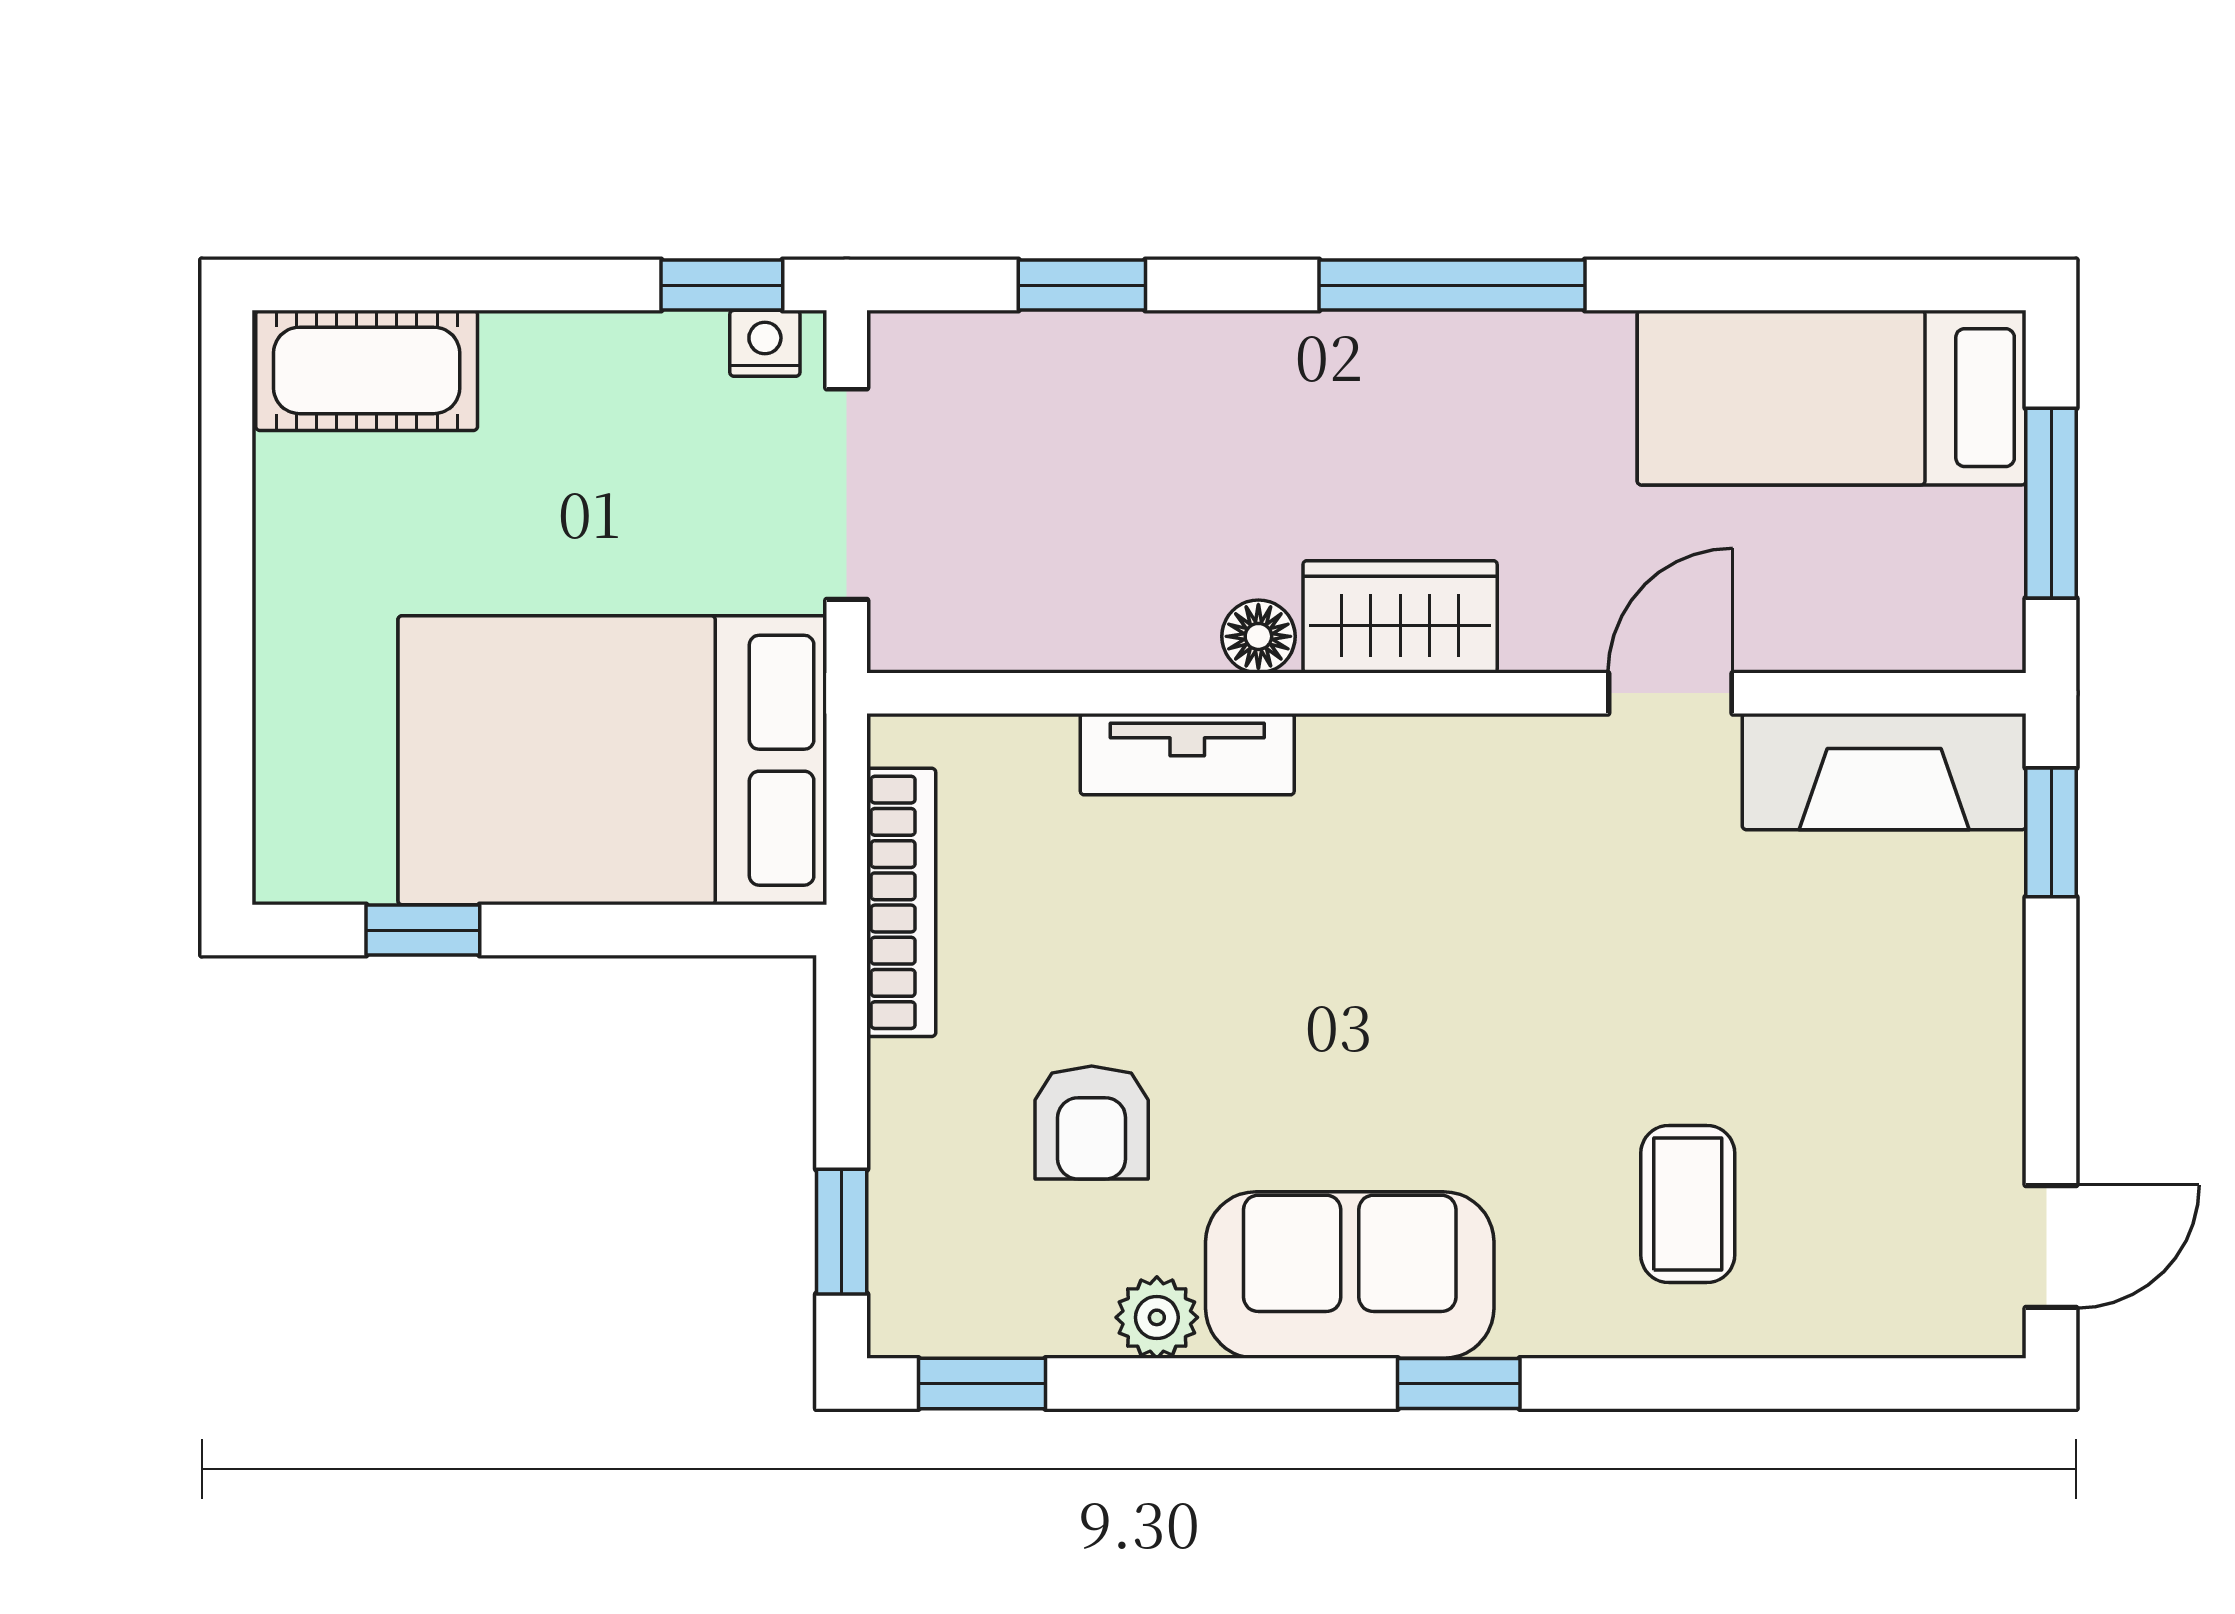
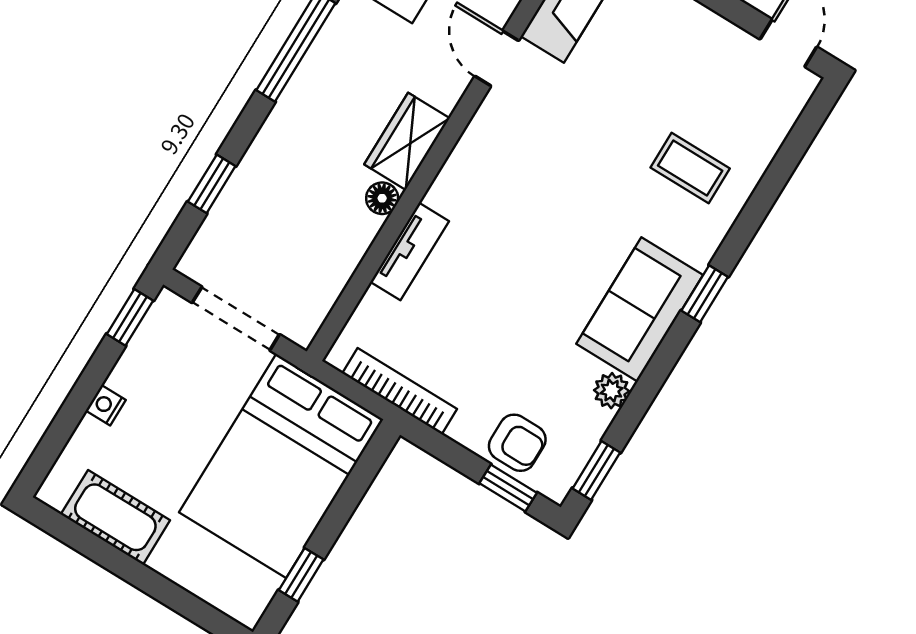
nightstand: (765, 343) -> (106, 405), moved
cot: (367, 370) -> (115, 517), moved, turned 90
armchair: (1092, 1123) -> (517, 443), moved

